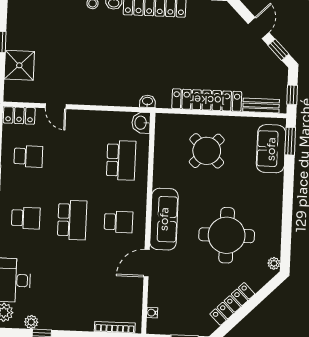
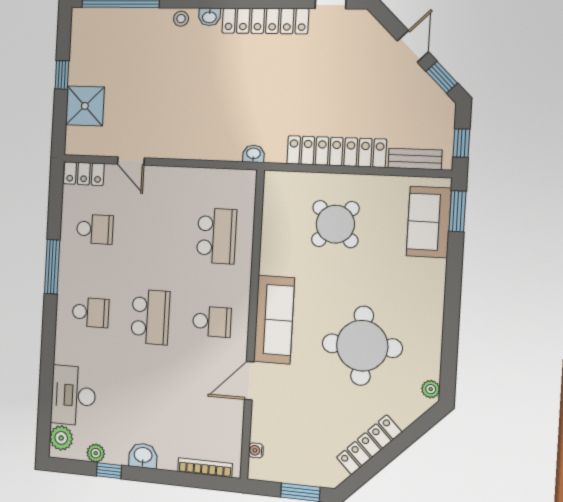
washbasin: (141, 123) -> (143, 456), moved, turned 90

